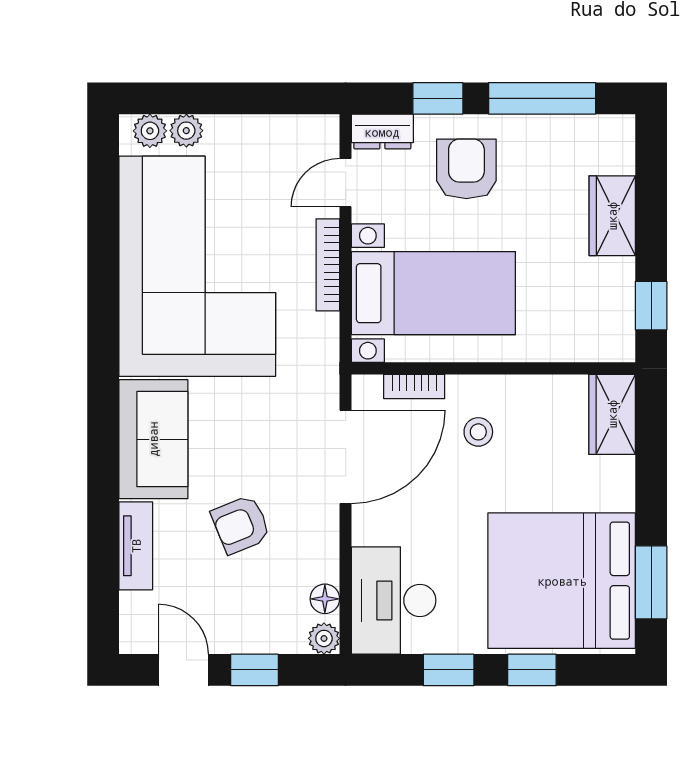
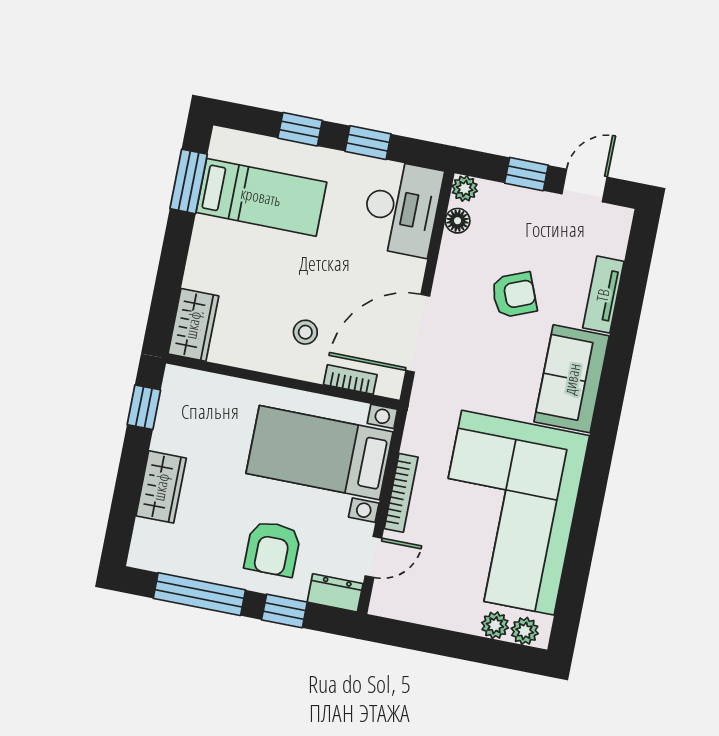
bed: (562, 581) -> (261, 197), width x0.49
door: (183, 670) -> (585, 186), swing flipped

